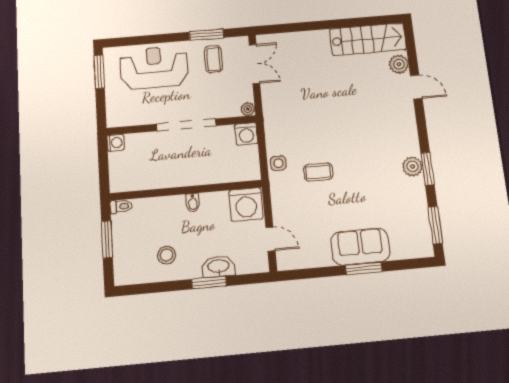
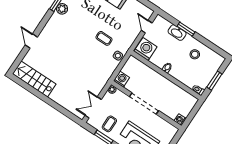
plant: (399, 64) -> (30, 57), removed

